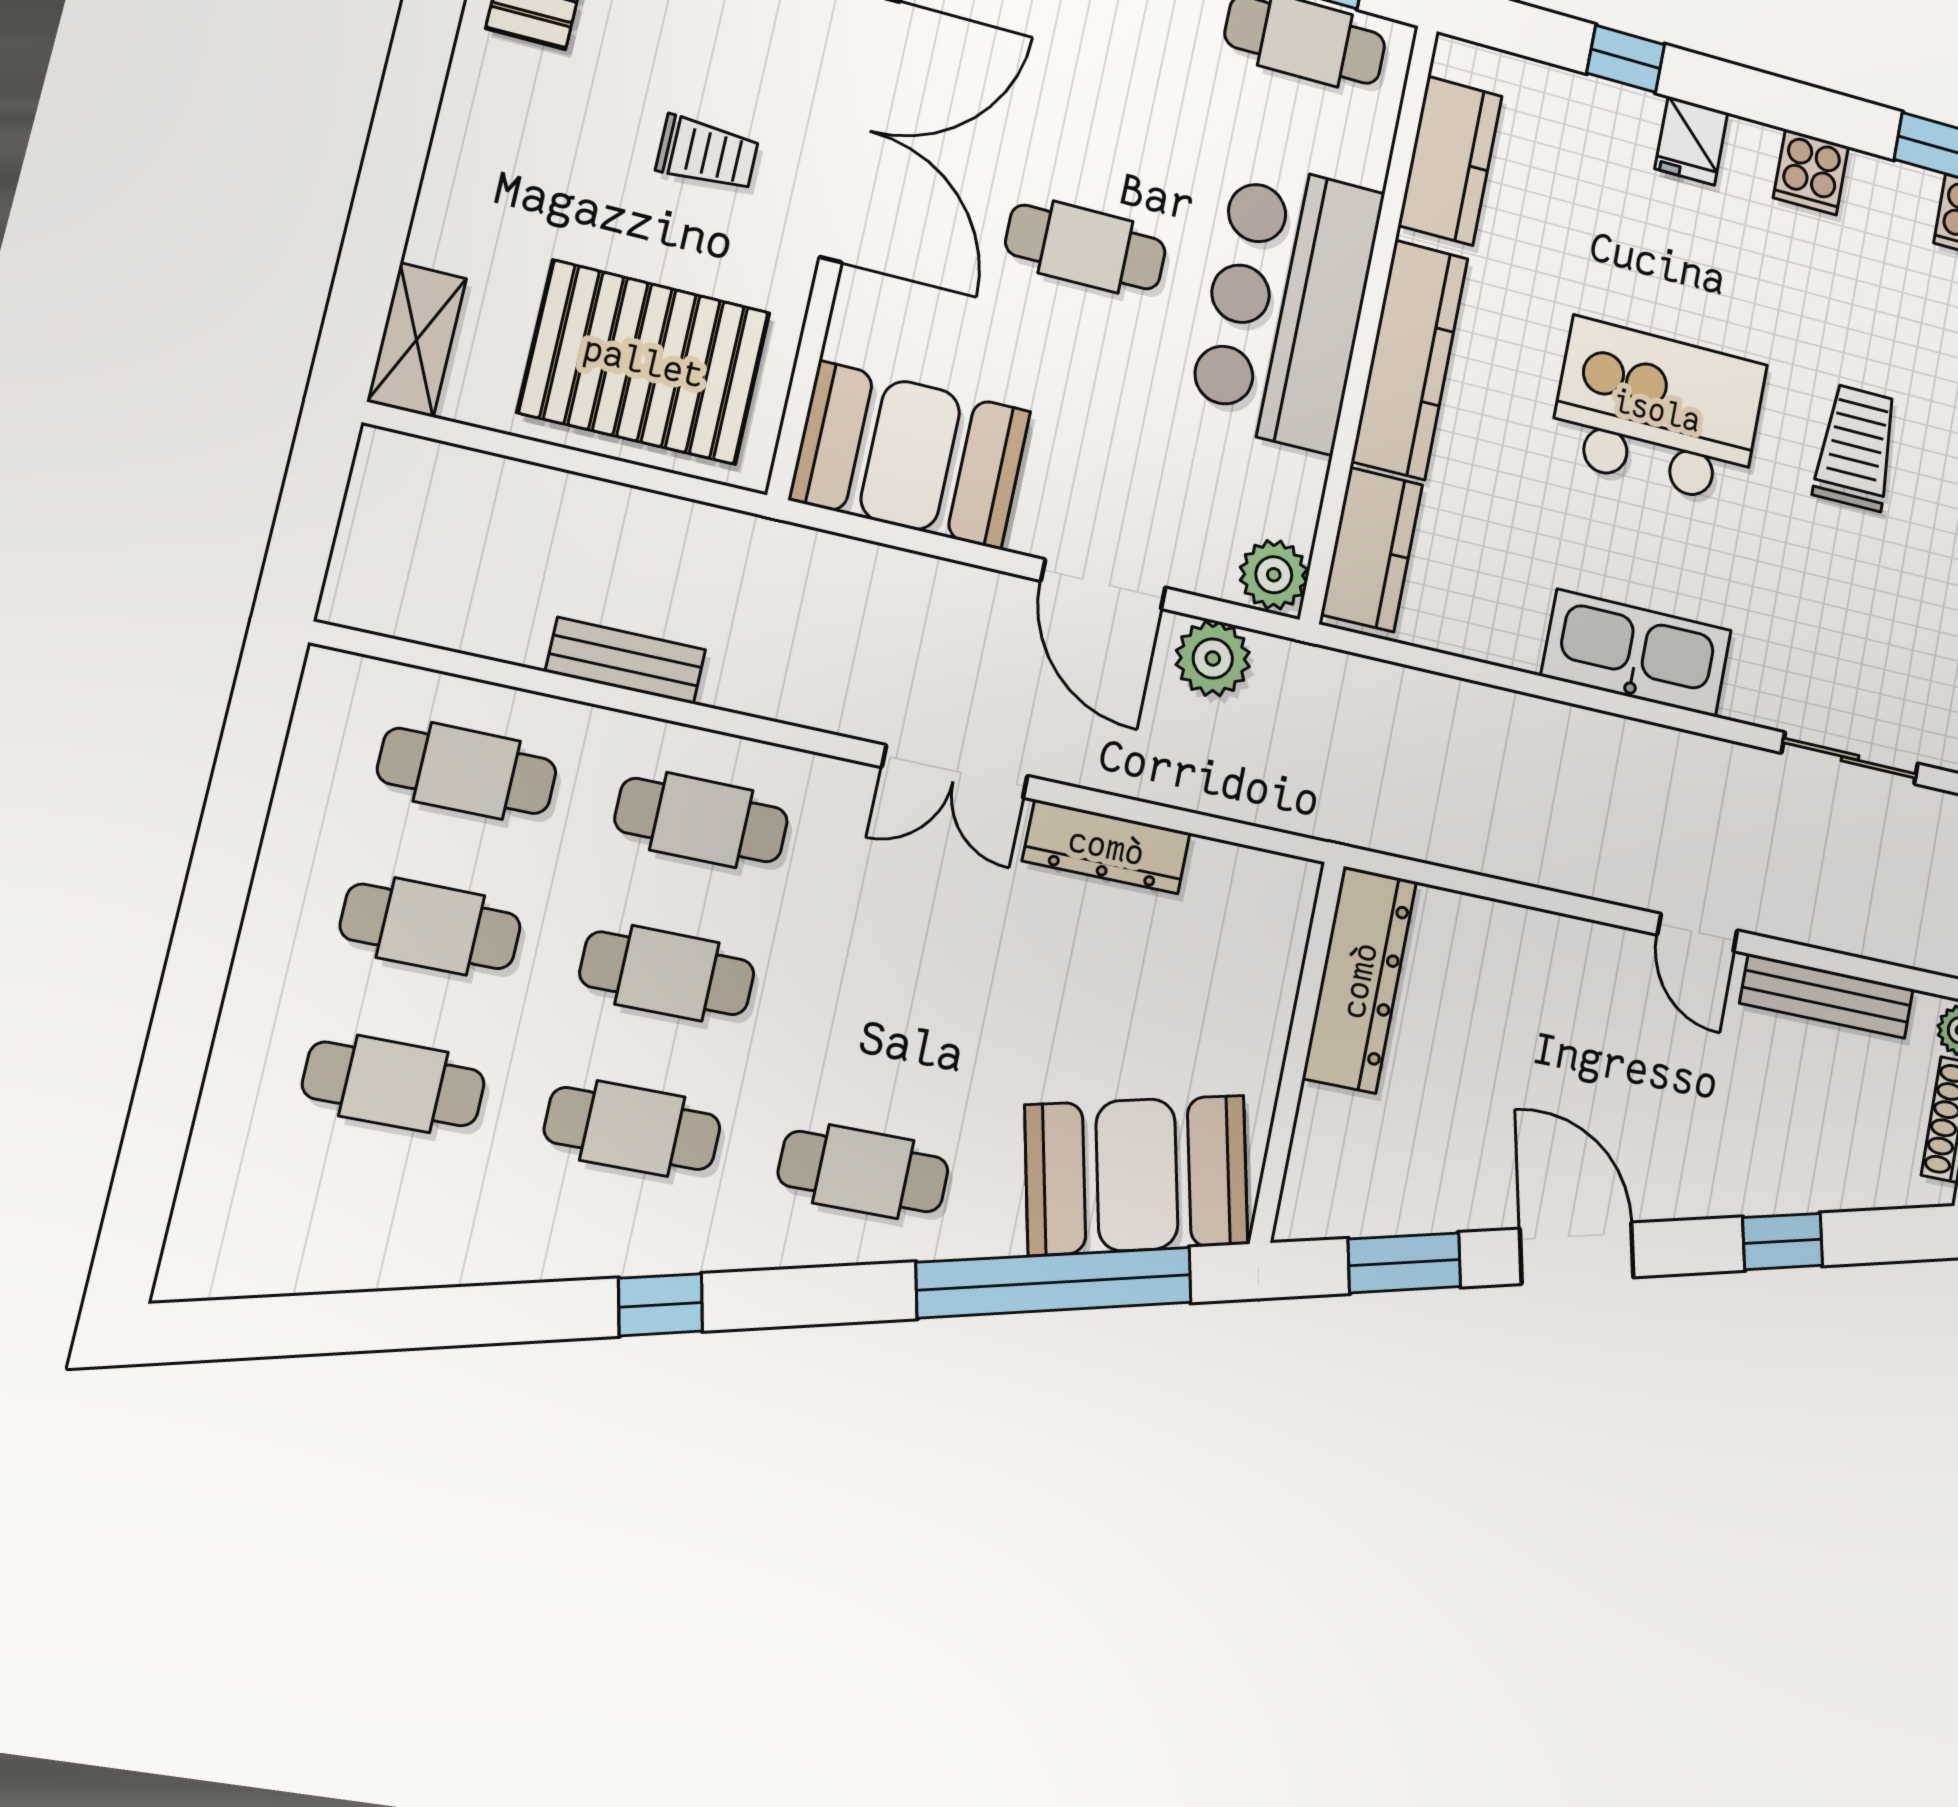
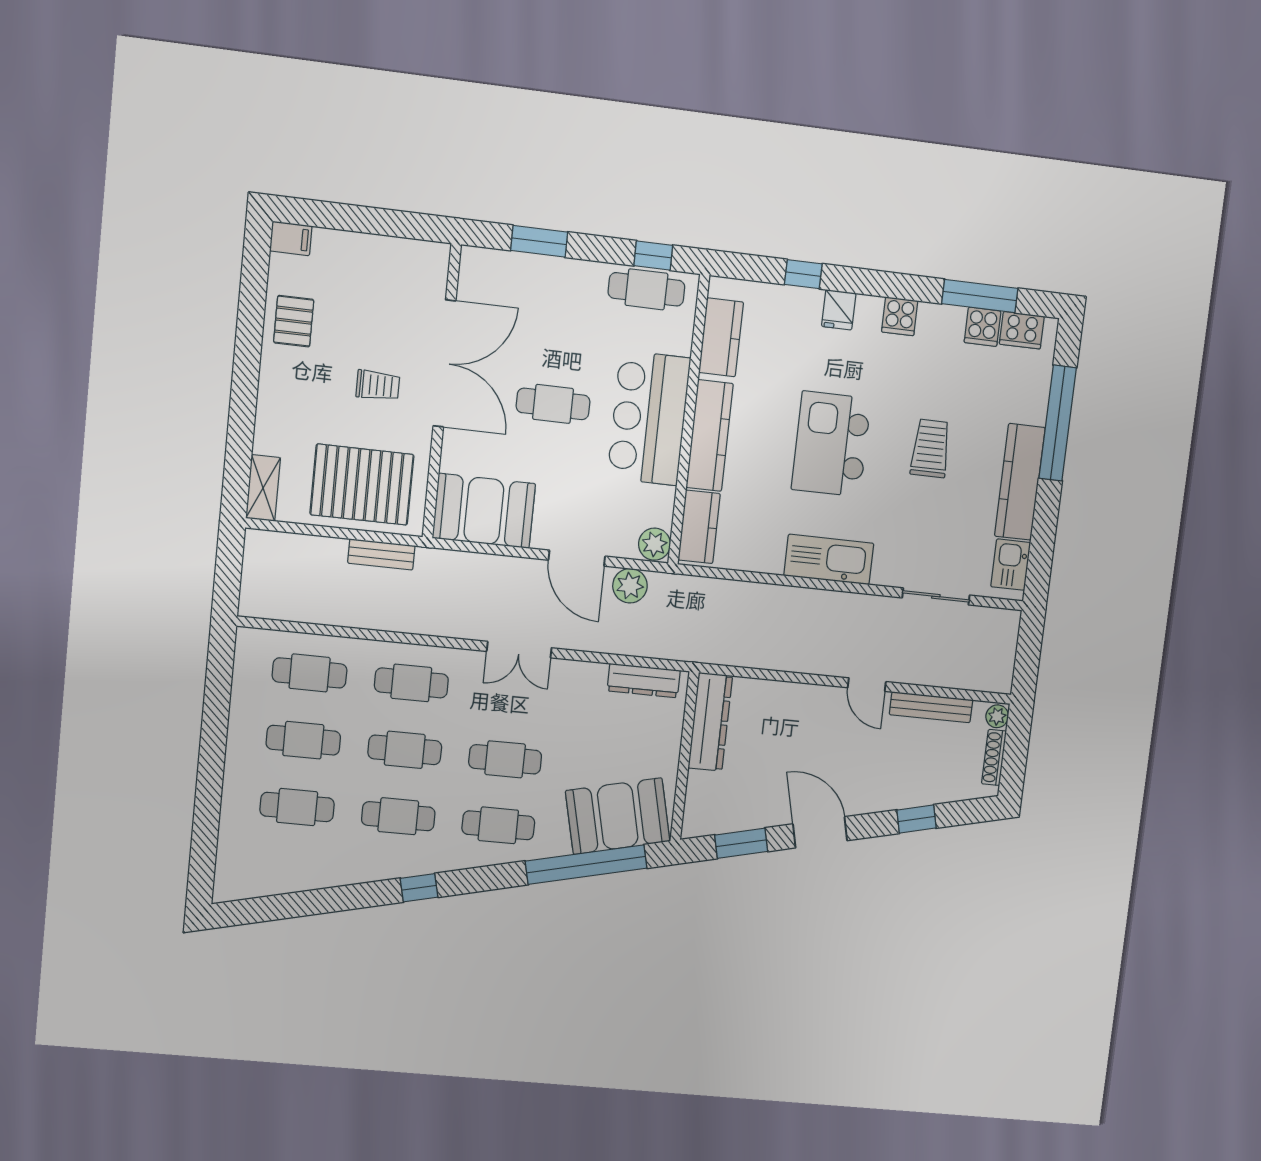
kitchen island: (1658, 411) -> (831, 444), turned -90
bench: (626, 661) -> (381, 554), moved
dresser: (1107, 847) -> (644, 681), moved
cafe table: (896, 1019) -> (505, 759), added

